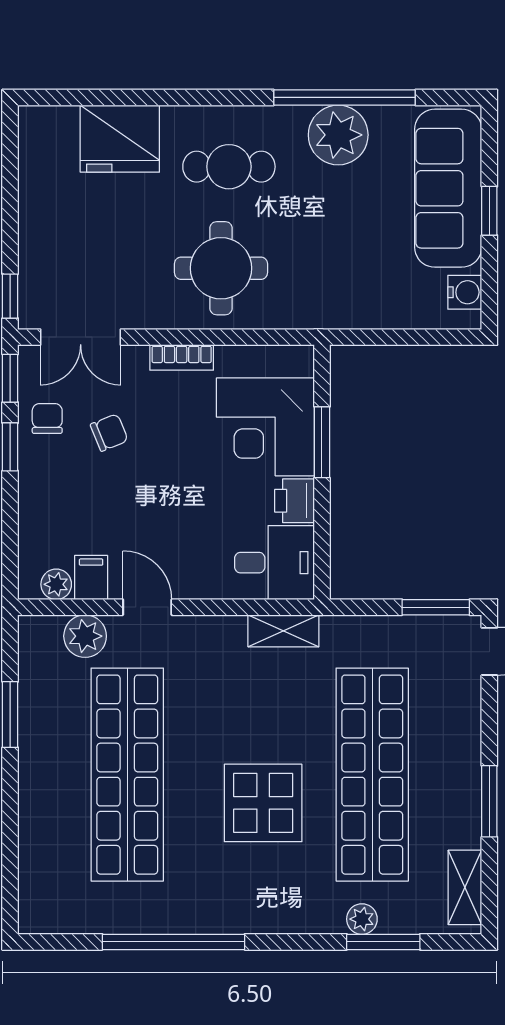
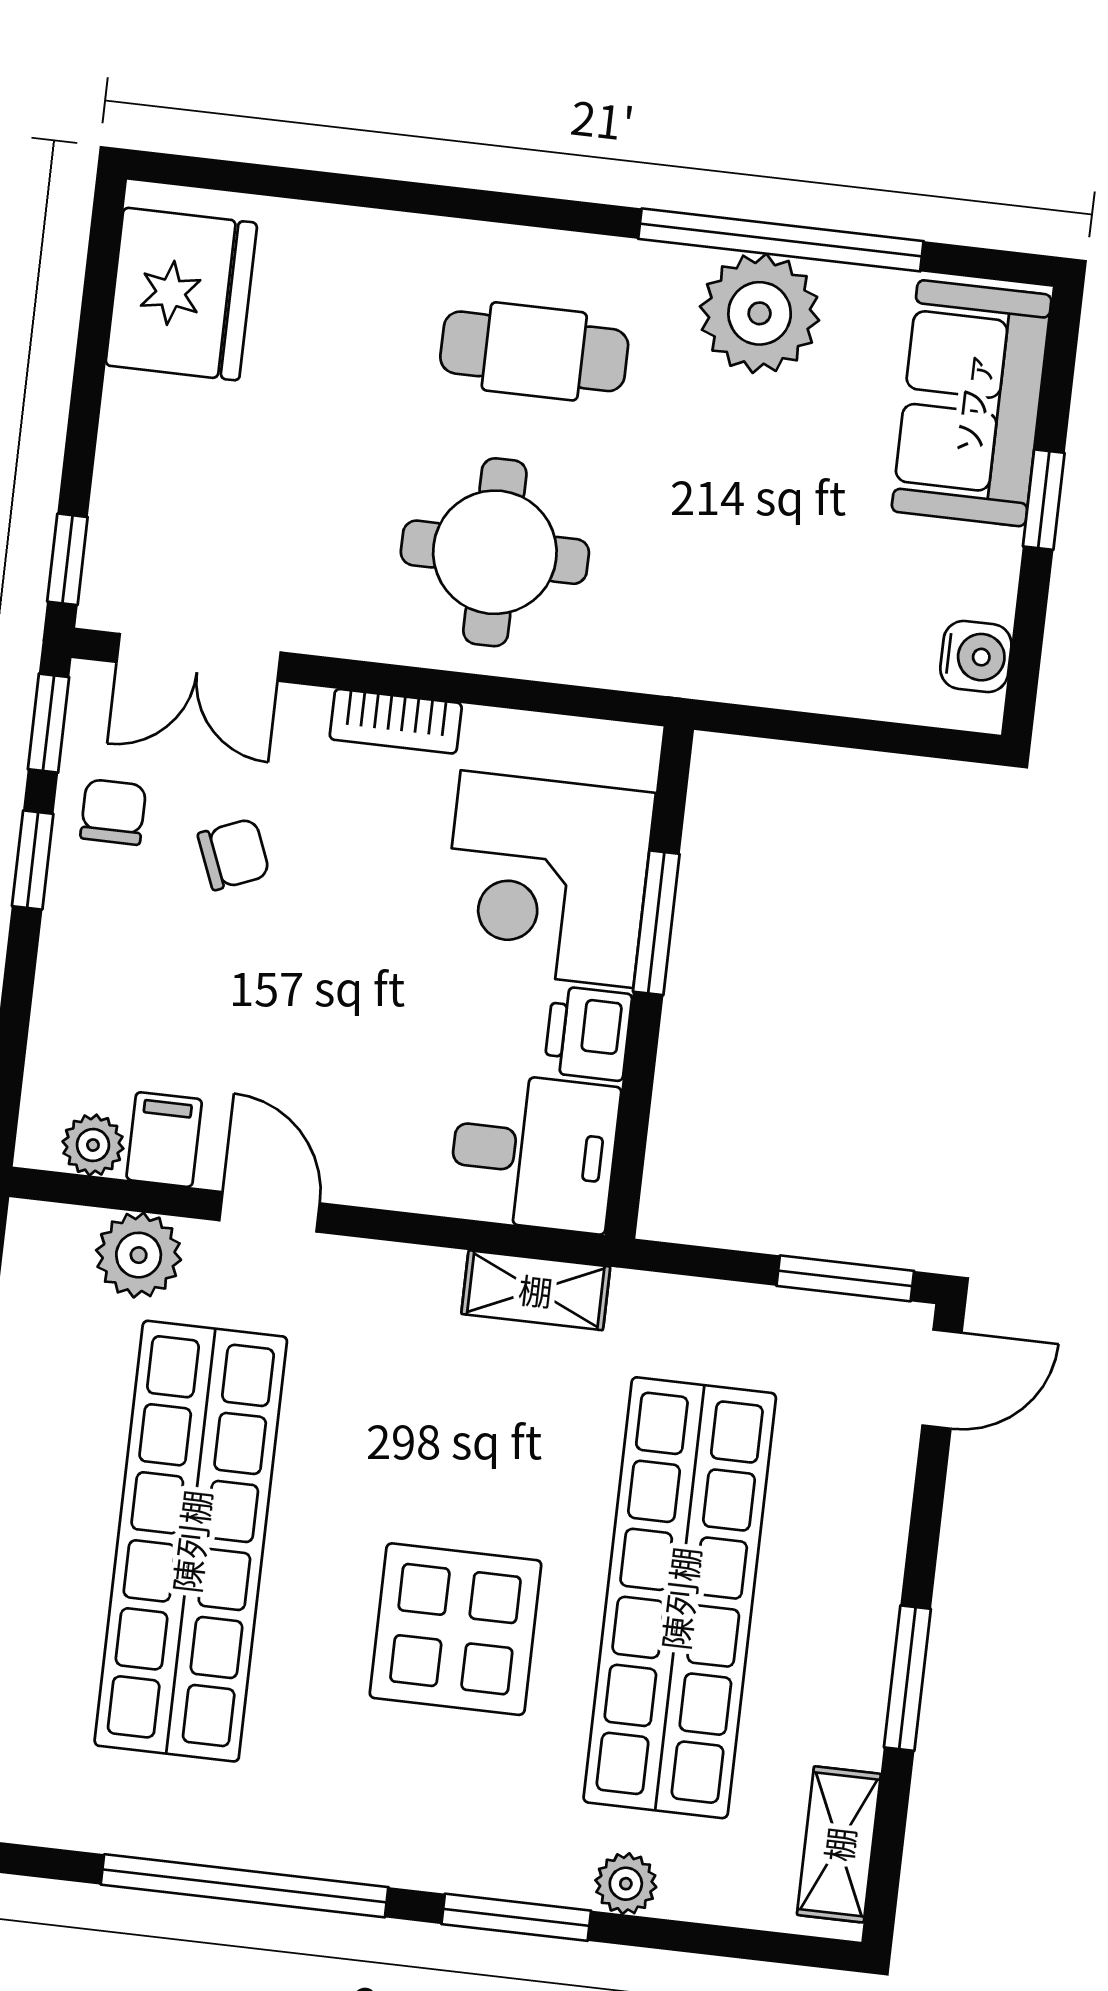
fridge: (120, 139) -> (181, 294), moved, turned -90
sofa: (448, 188) -> (972, 403), width x0.73
window: (383, 942) -> (516, 1917), moved

